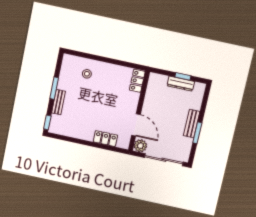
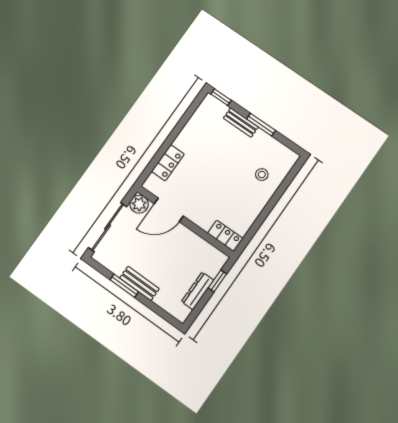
window: (183, 76) -> (217, 281), moved

